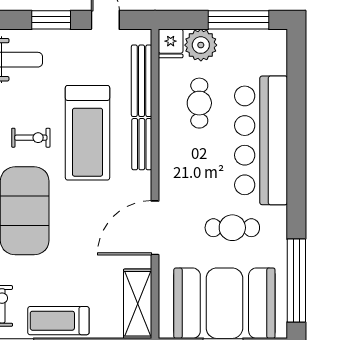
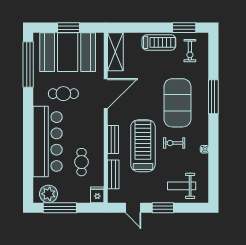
plant: (201, 45) -> (48, 194), moved
bench: (142, 81) -> (113, 174), width x0.73

